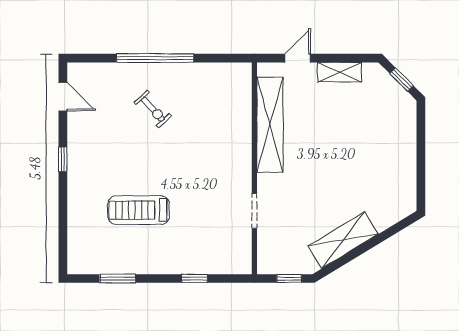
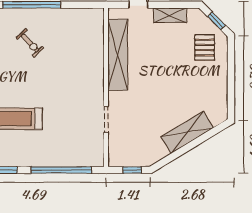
pallet: (386, 115) -> (205, 48), added
shelving: (343, 240) -> (187, 132), moved
window: (195, 278) -> (61, 170), width x3.17

